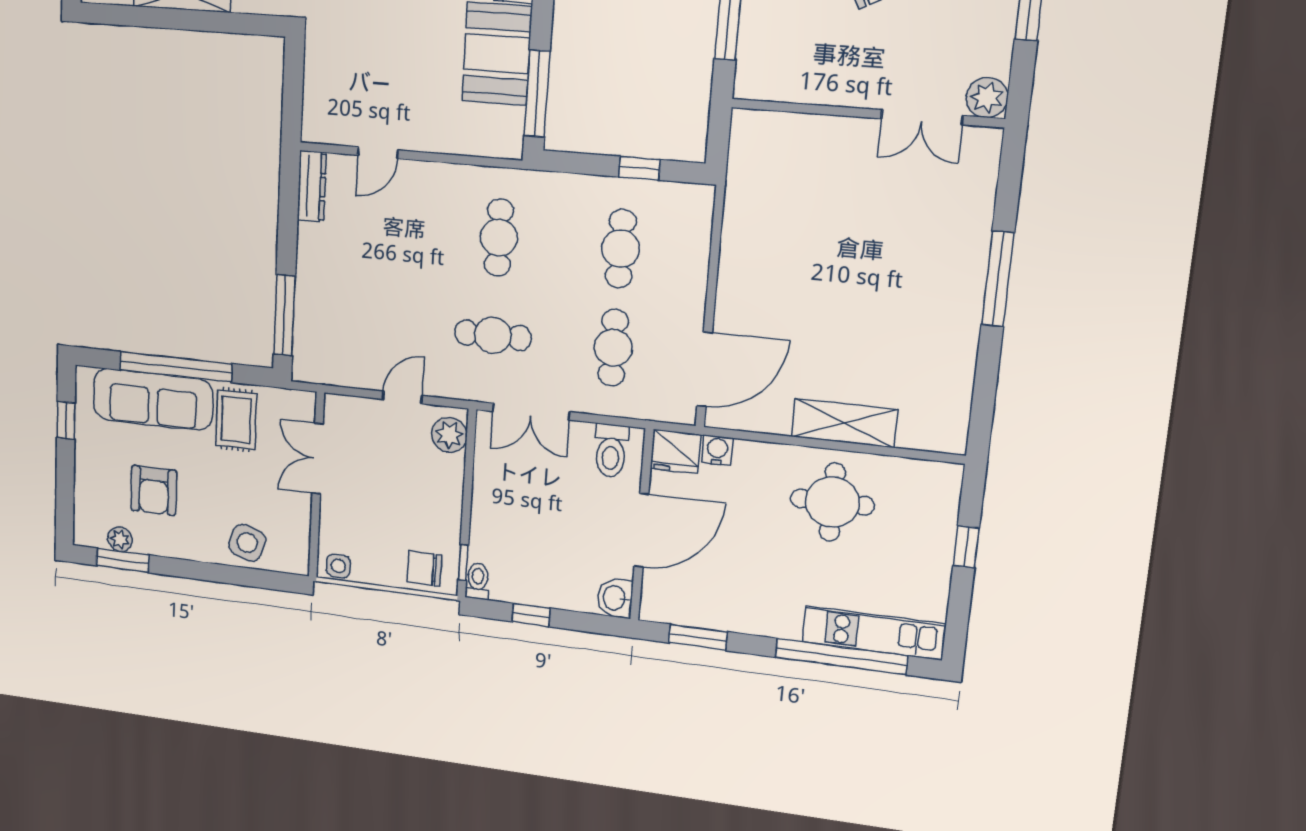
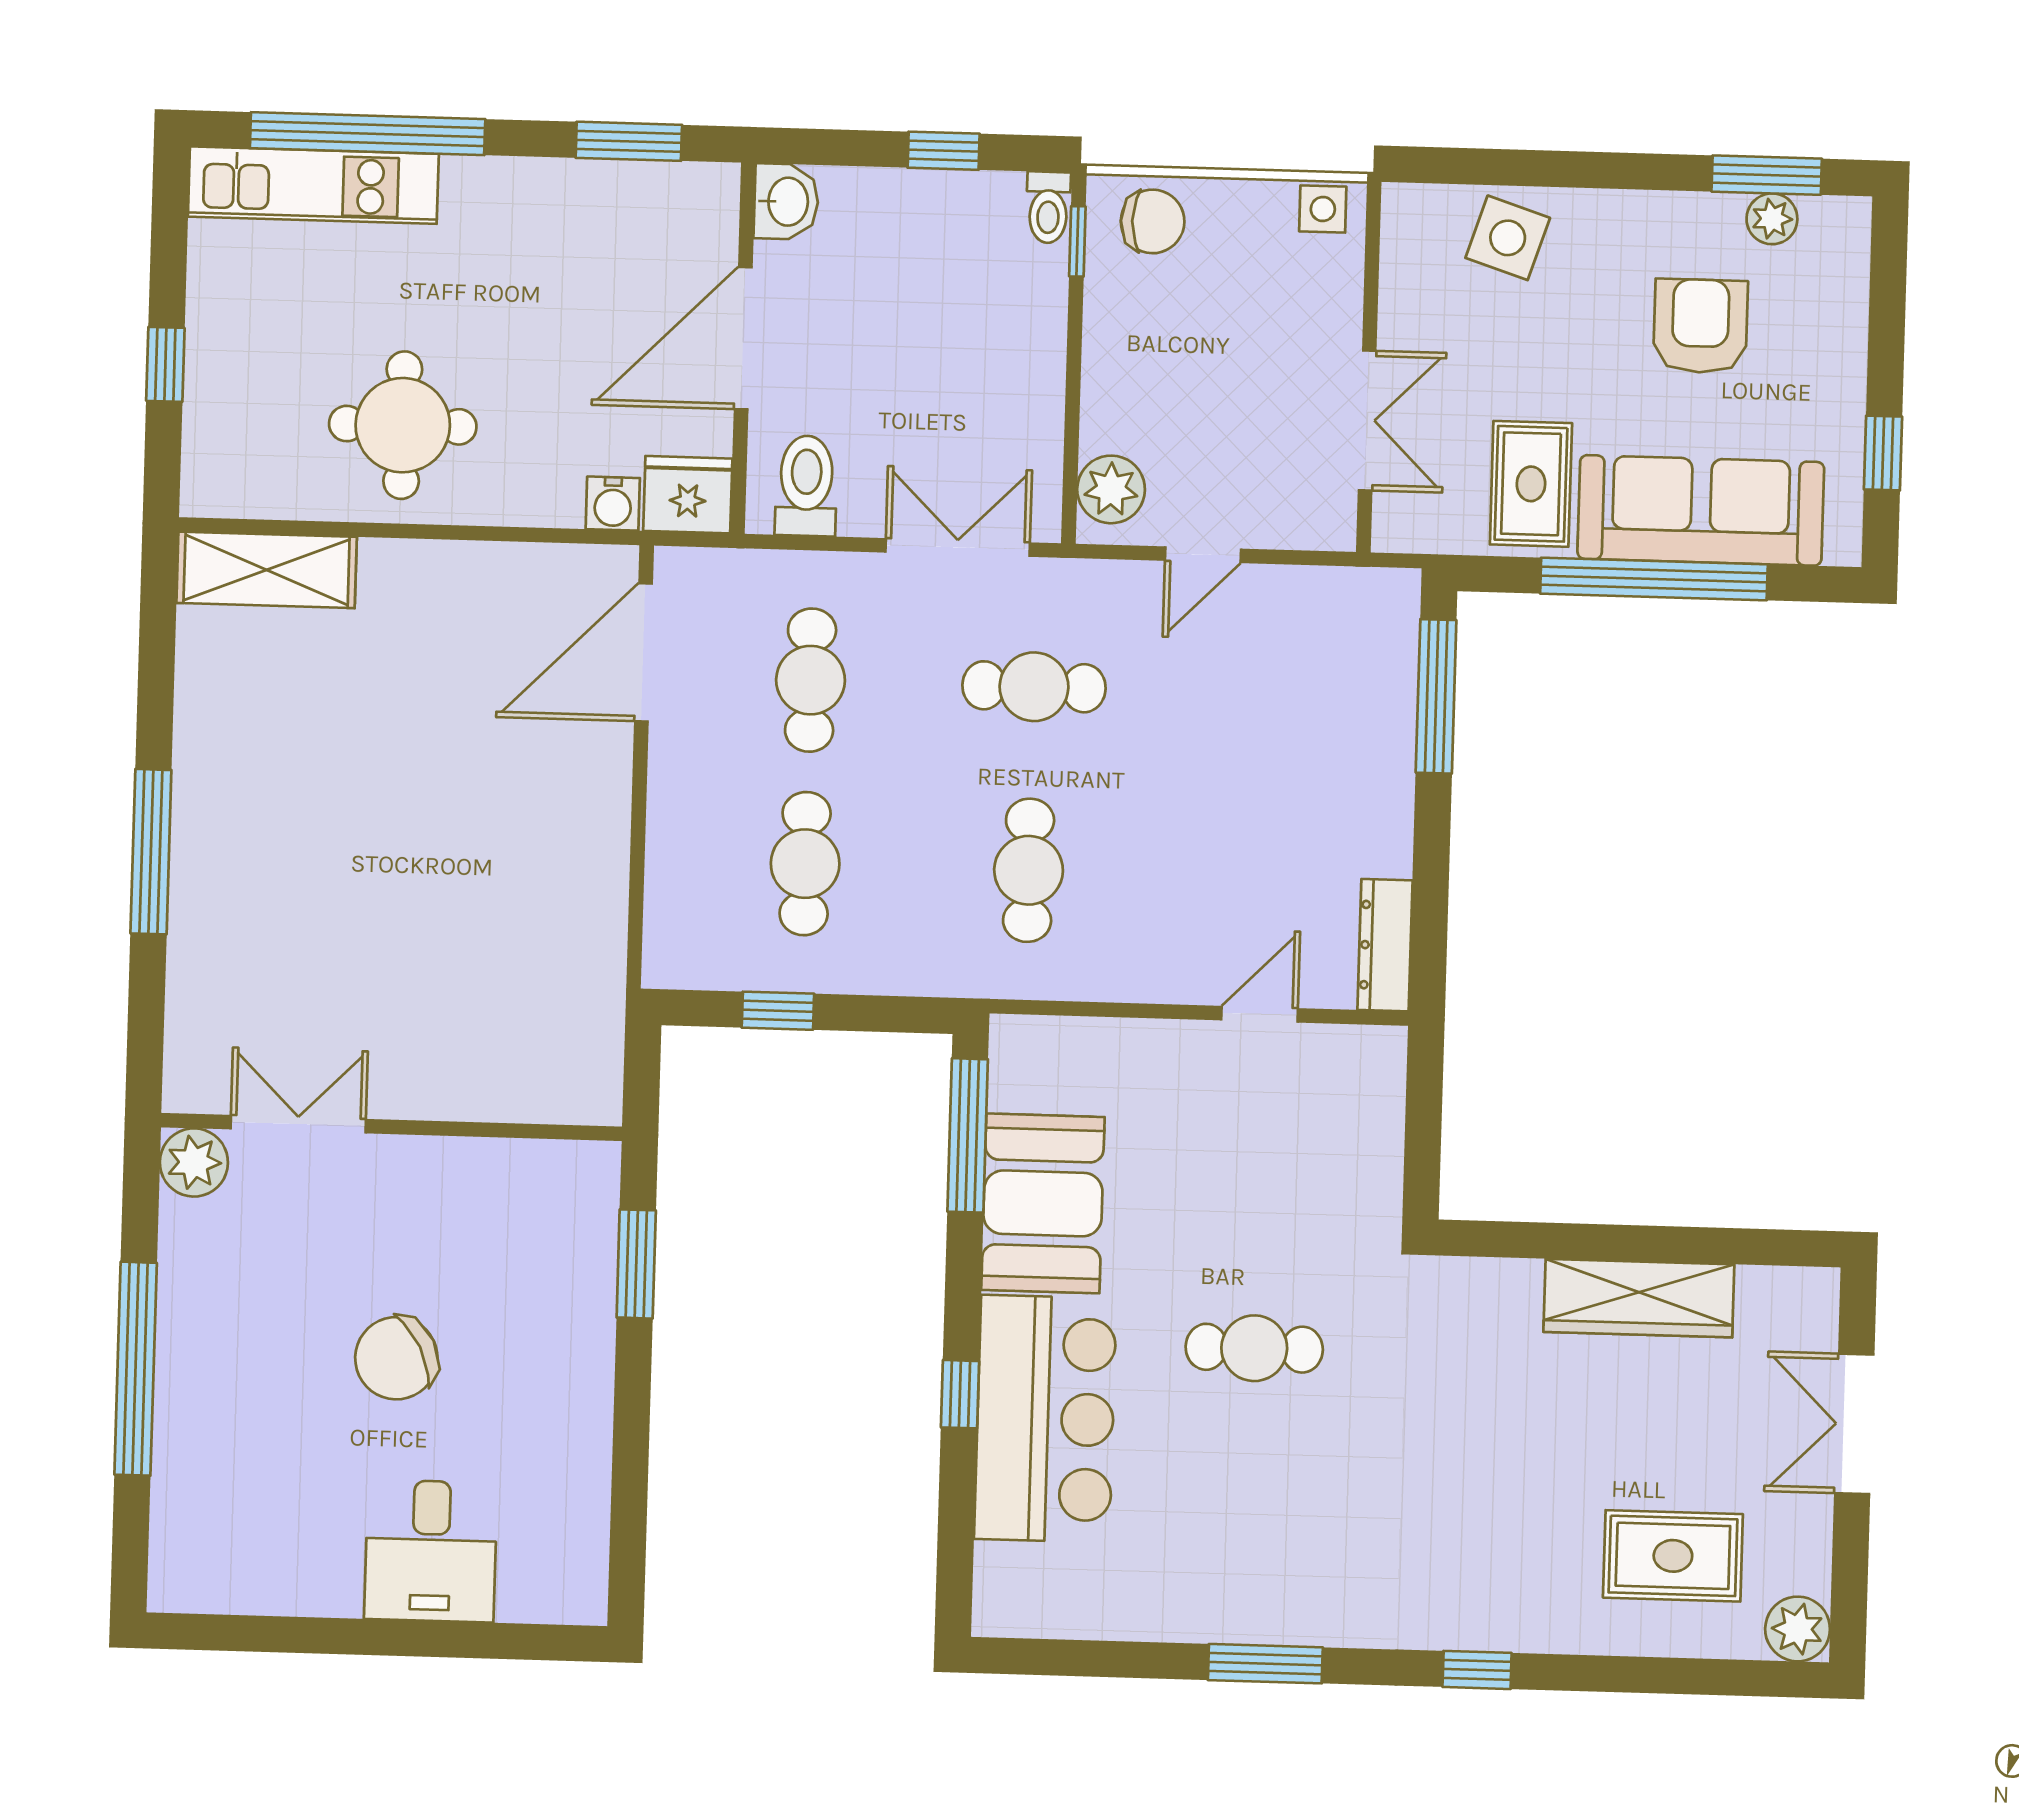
shelving: (844, 423) -> (267, 570), moved

